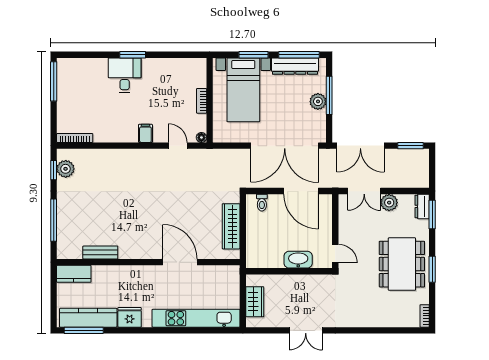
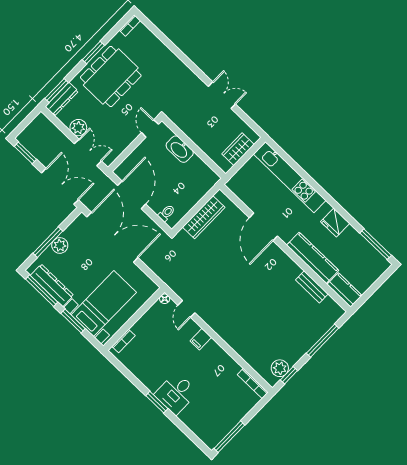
bookcase: (202, 101) -> (123, 341), moved
dresser: (422, 206) -> (62, 99), width x1.44
kitchen counter: (88, 318) -> (313, 258), moved, turned 180

